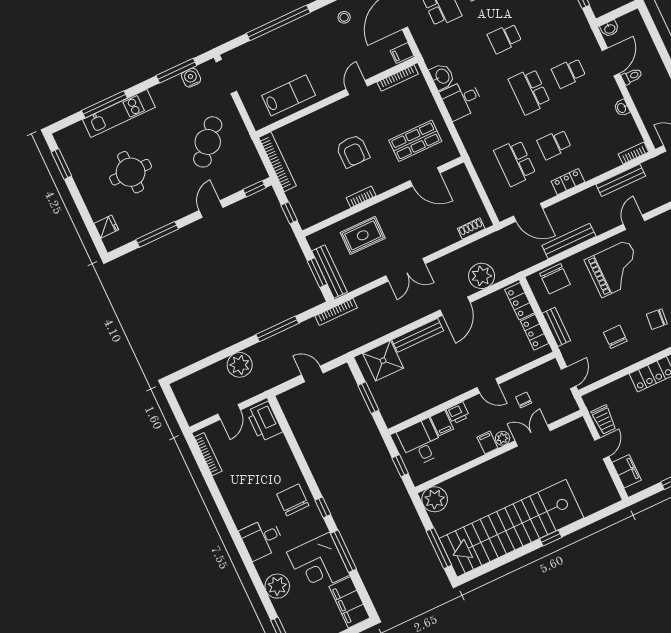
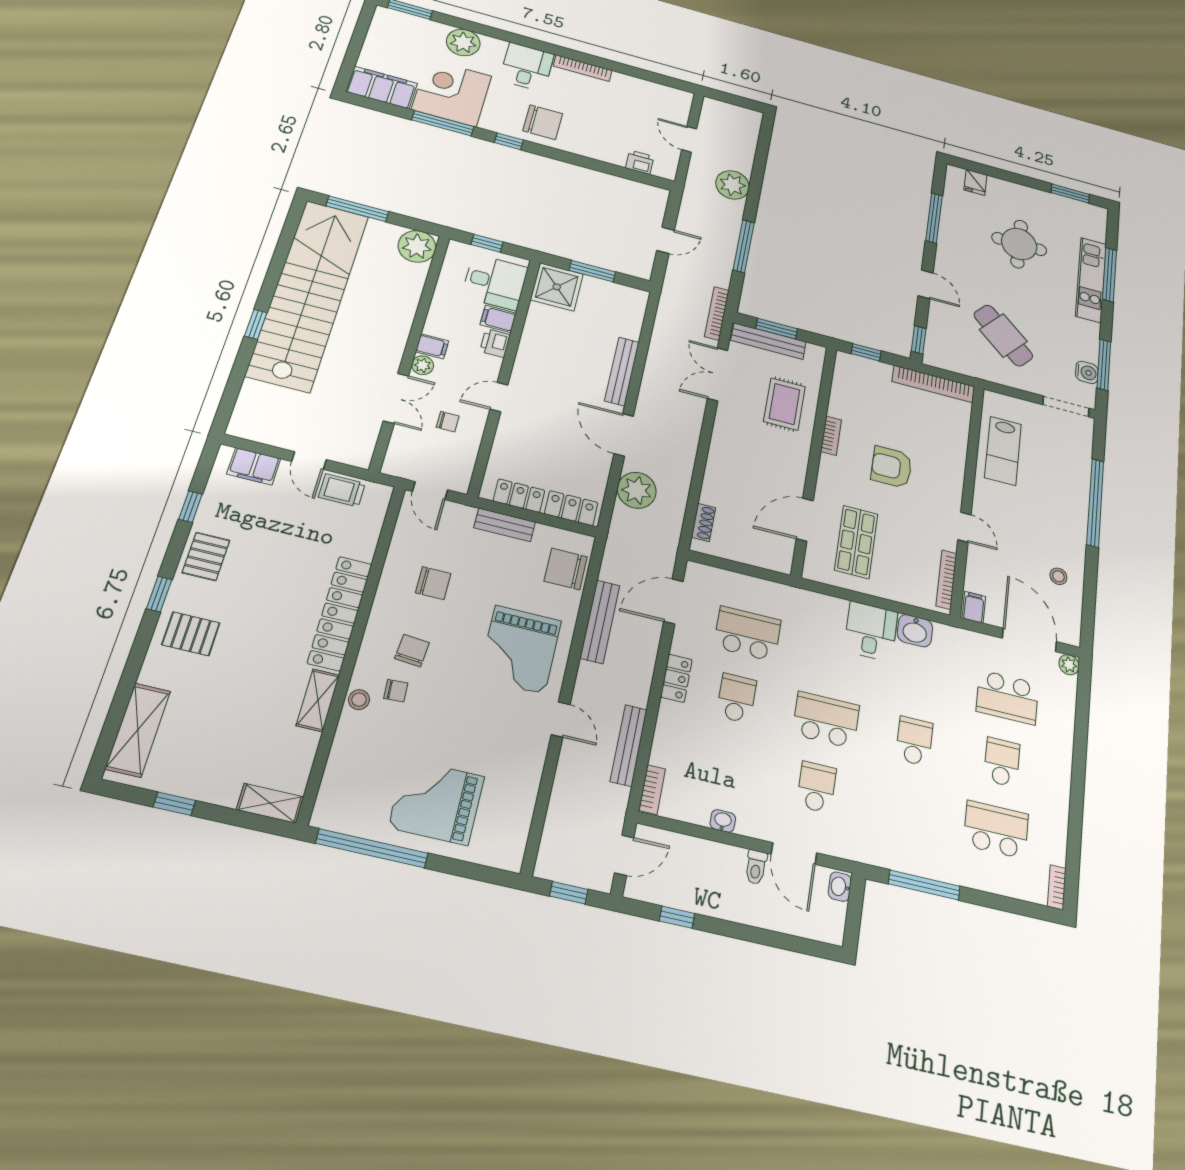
double door: (406, 270) -> (718, 374), moved
shower: (383, 361) -> (557, 287), moved
printer: (264, 422) -> (640, 162), width x0.53, depth x0.68
bookcase: (208, 454) -> (583, 68), moved

